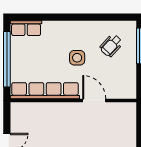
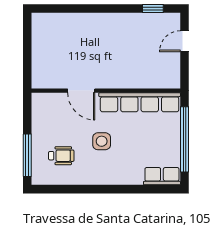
wheelchair: (111, 45) -> (61, 156), turned 47

